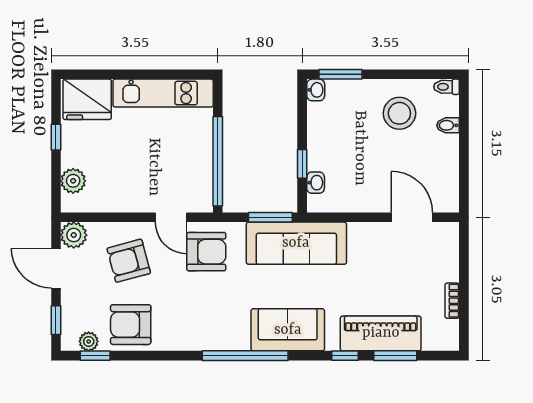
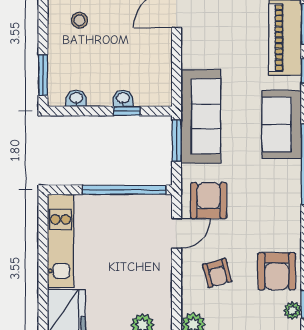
washbasin: (316, 90) -> (76, 98), moved
stool: (399, 113) -> (79, 20), width x0.53, depth x0.53
washbasin: (316, 183) -> (123, 99), moved
armchair: (129, 261) -> (217, 273), width x0.72, depth x0.72

